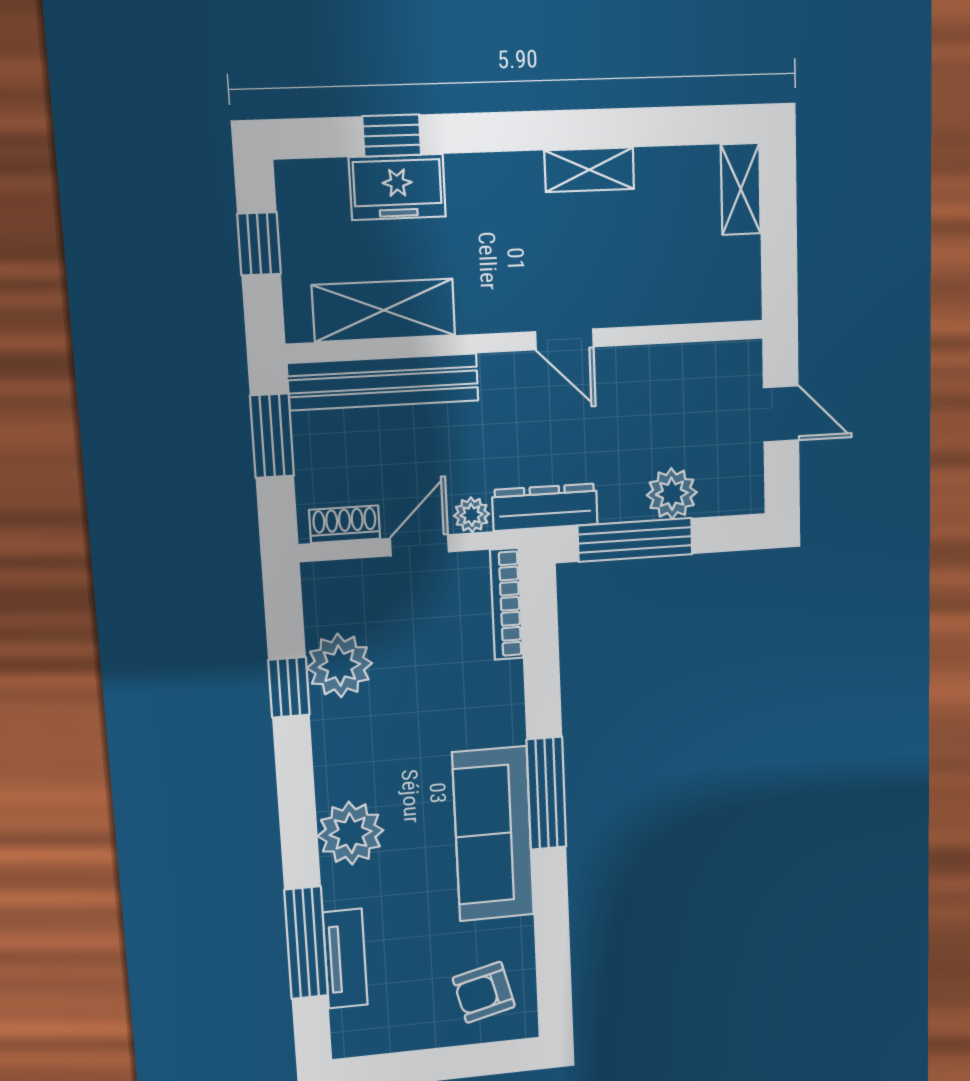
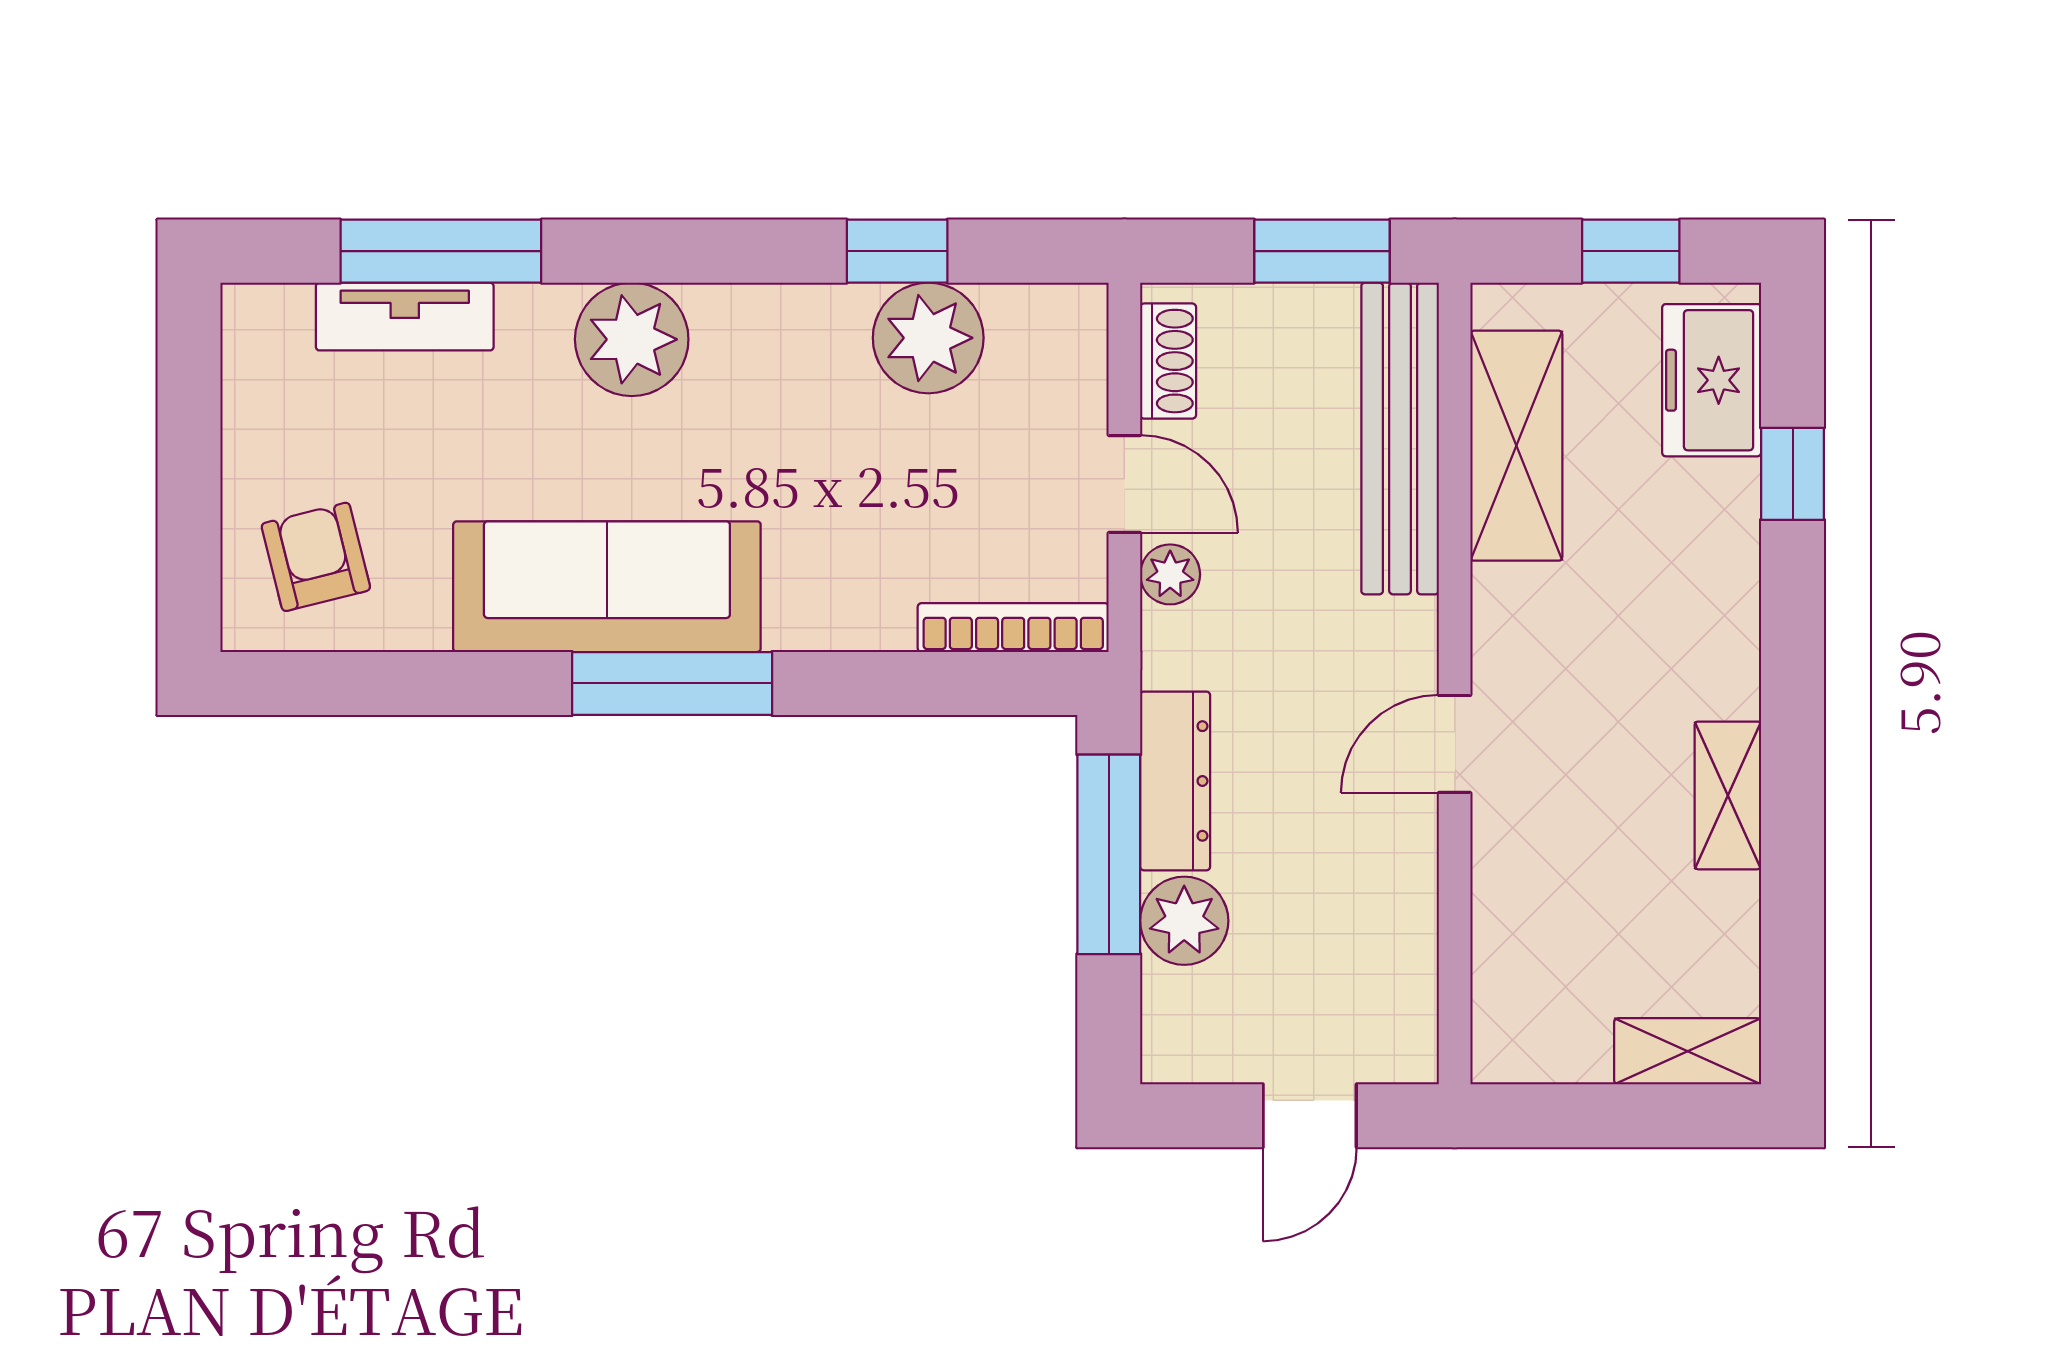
freezer: (397, 187) -> (1712, 380), moved
dresser: (545, 507) -> (1175, 781), moved

